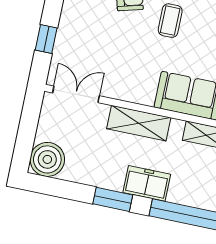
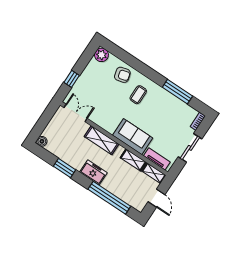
boiler: (47, 159) -> (42, 141), width x0.54, depth x0.54
window: (113, 199) -> (65, 168), moved

